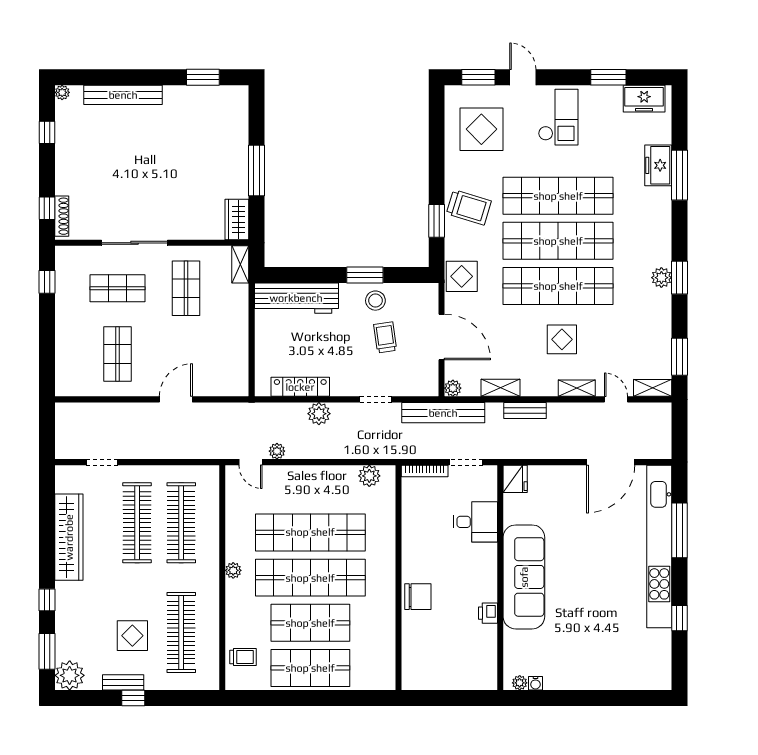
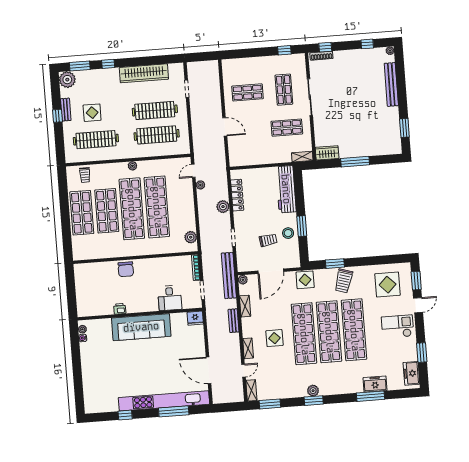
checkout: (558, 117) -> (397, 327), turned 180

